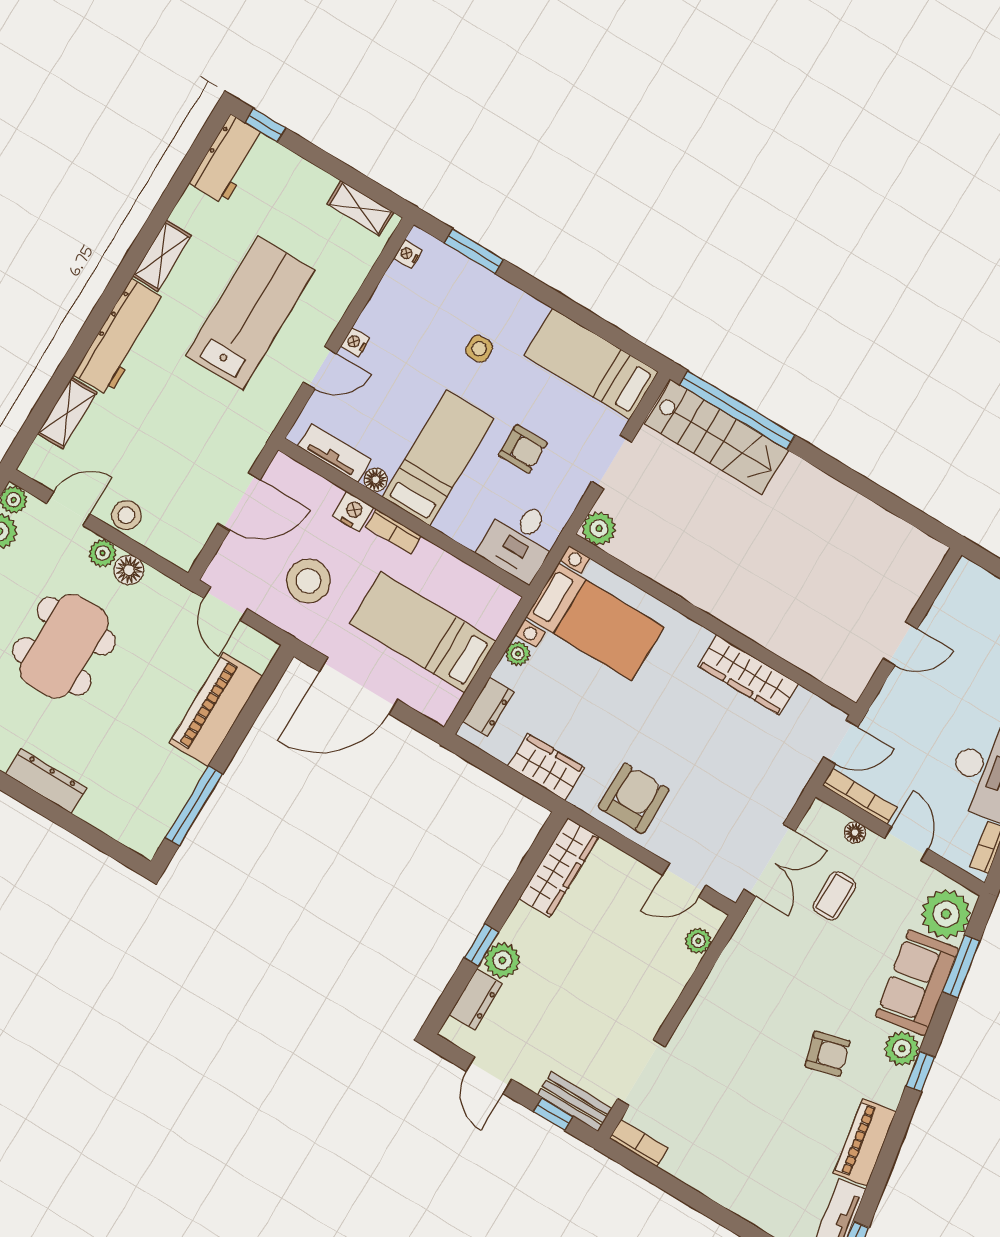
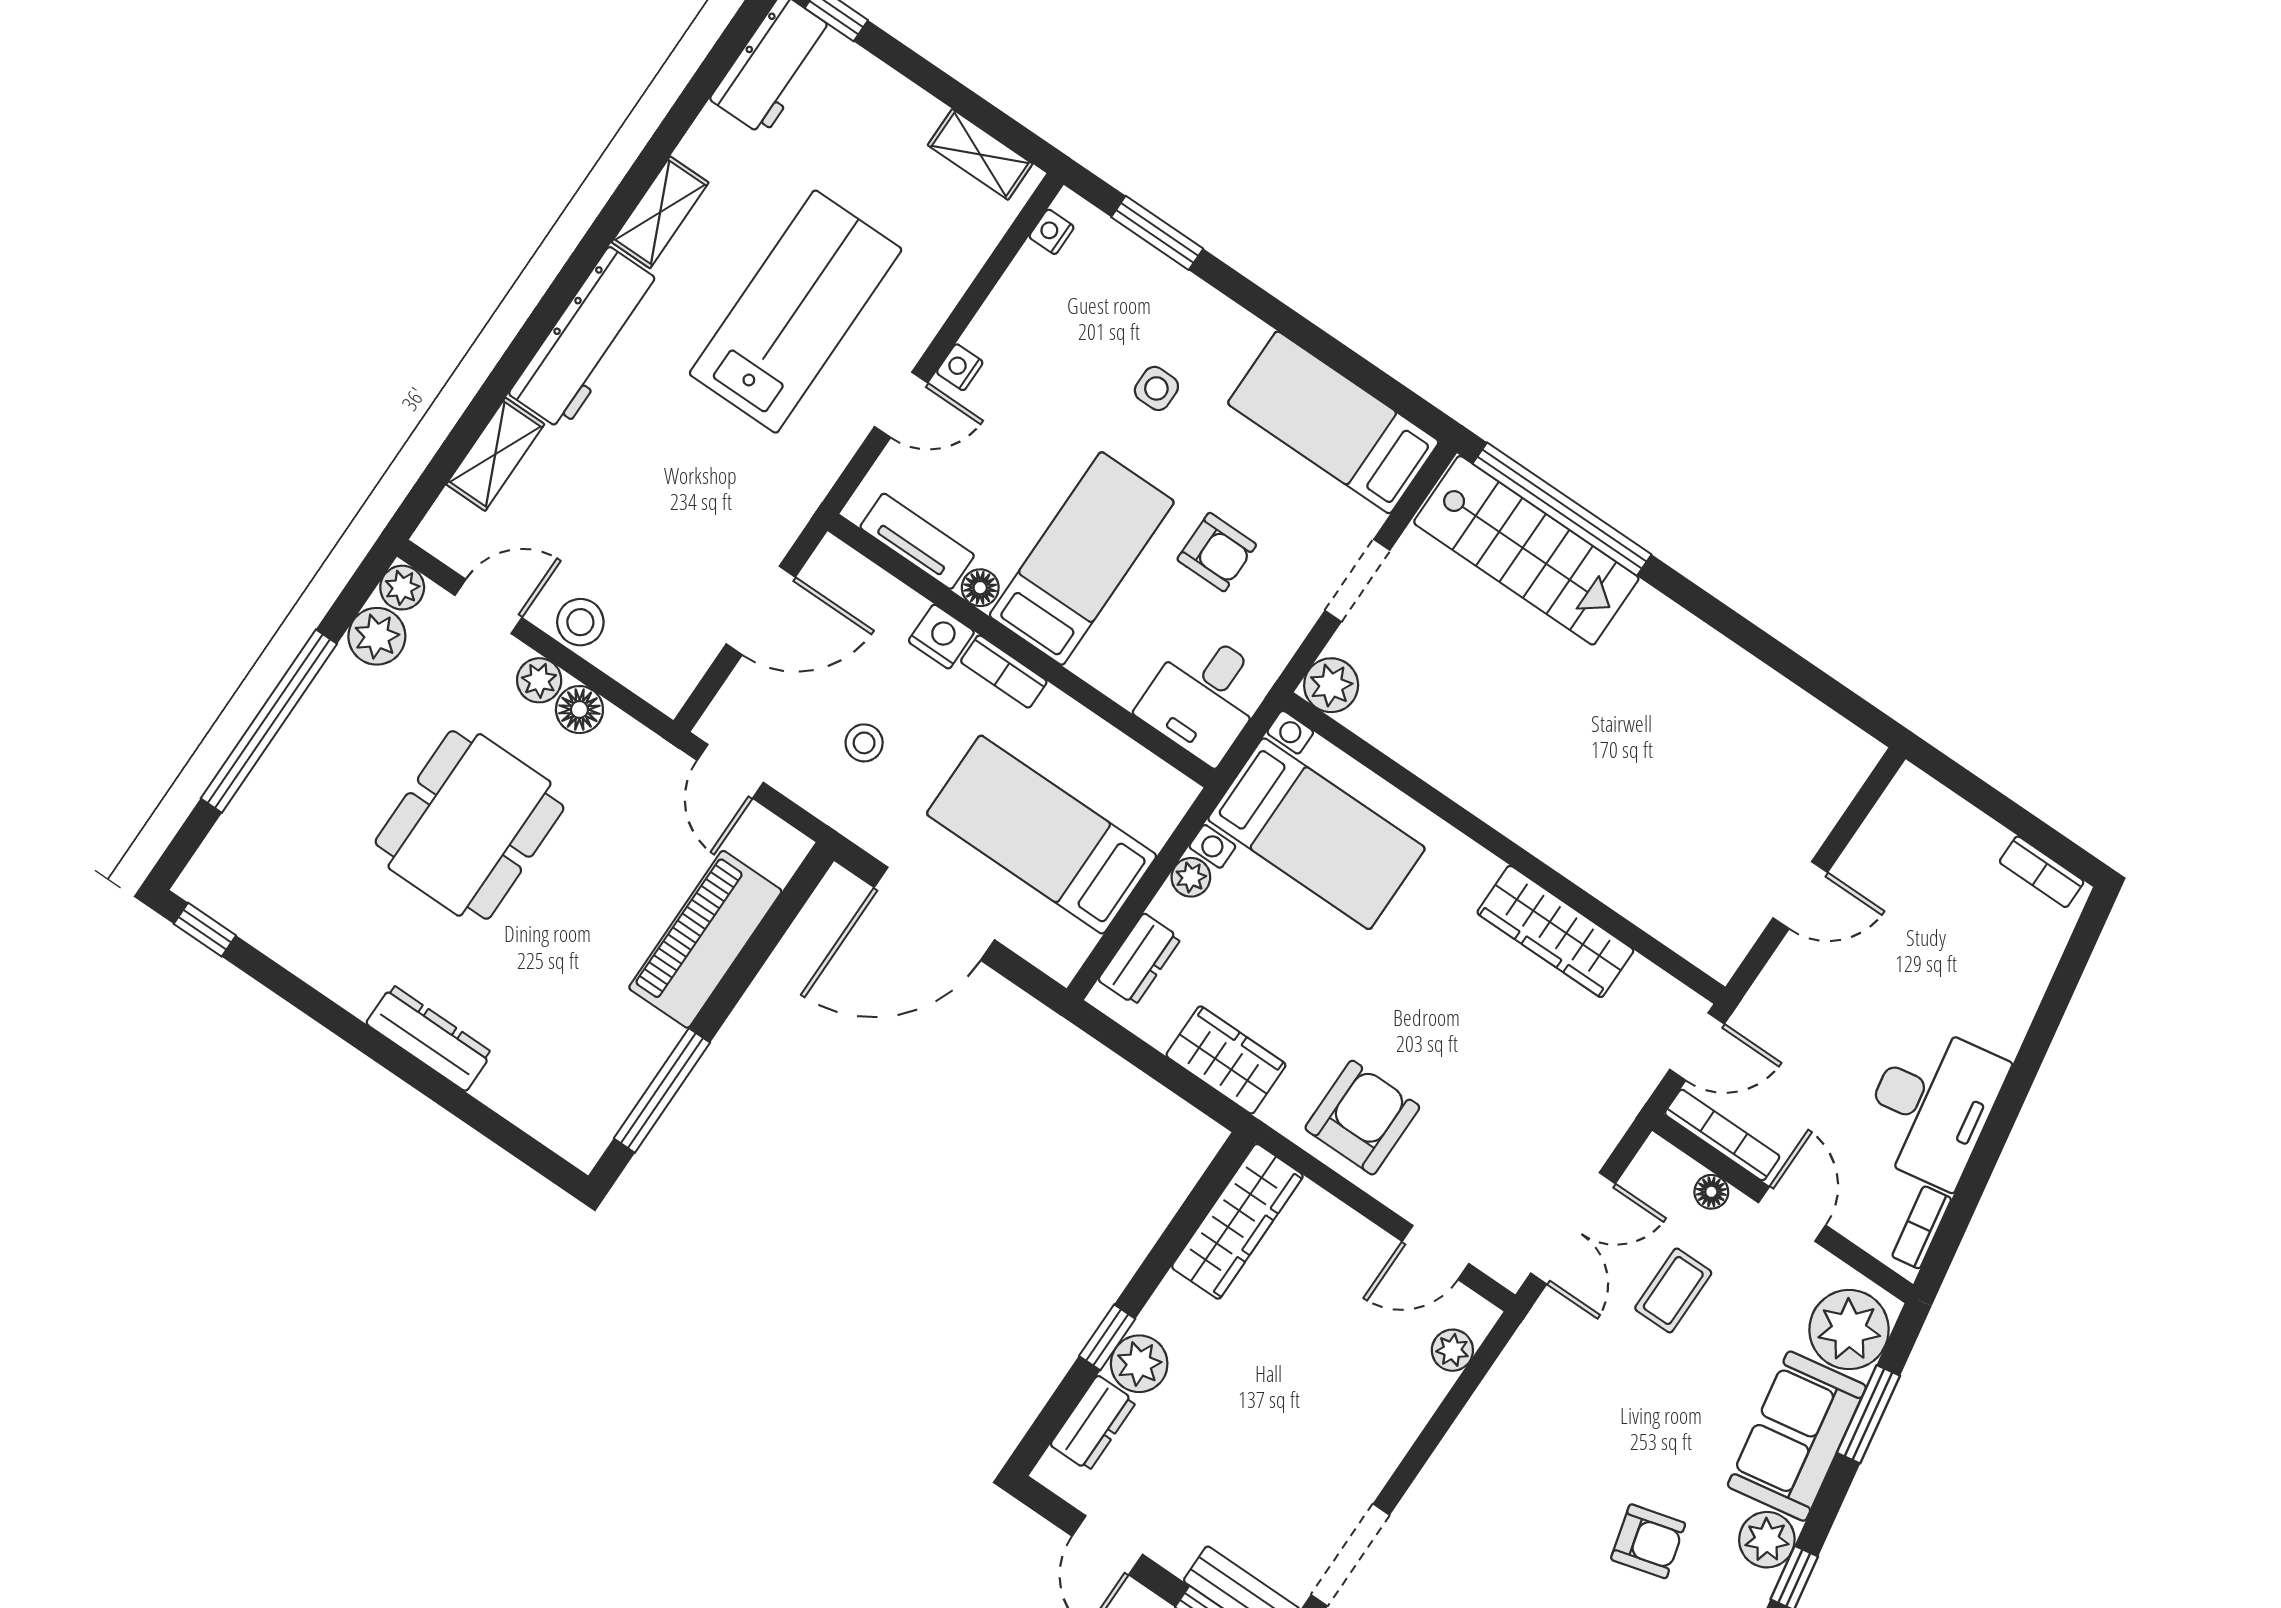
stool: (308, 581) -> (864, 743), width x0.53, depth x0.53

